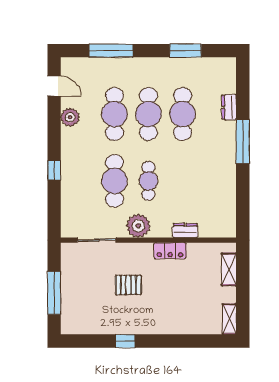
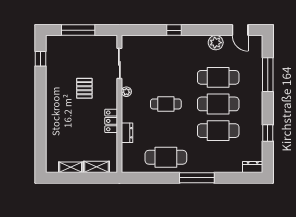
window: (186, 51) -> (268, 133), width x0.67
door: (54, 86) -> (240, 30), hinge flipped
dresser: (229, 107) -> (253, 167), moved
cafe table: (114, 181) -> (166, 157), moved
plant: (138, 226) -> (126, 92), width x0.53, depth x0.53
shelving: (229, 319) -> (71, 167), moved
window: (125, 341) -> (40, 59), moved

